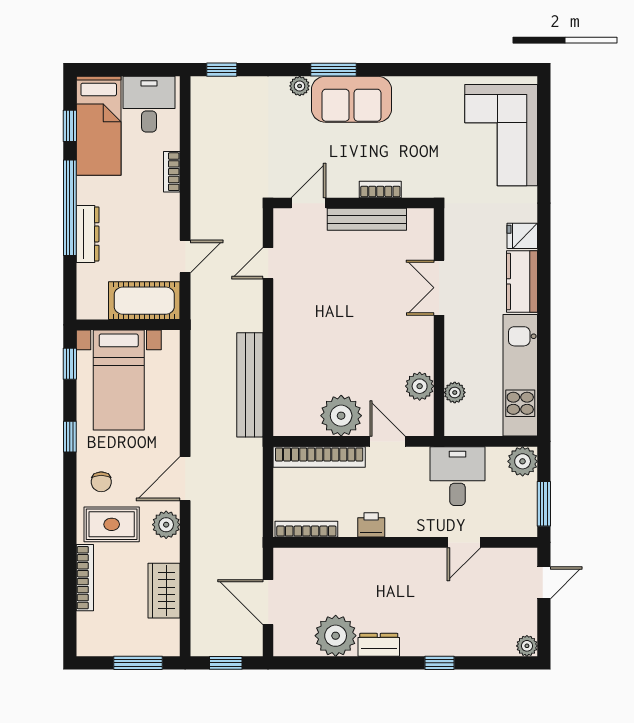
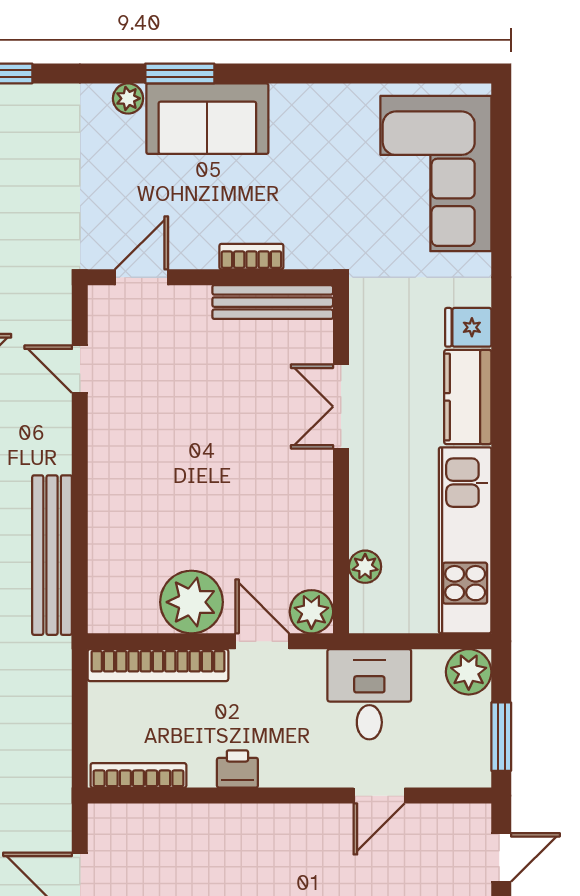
bench: (367, 219) -> (273, 302), moved
door: (268, 263) -> (80, 369), hinge flipped
plant: (420, 386) -> (311, 612), moved

